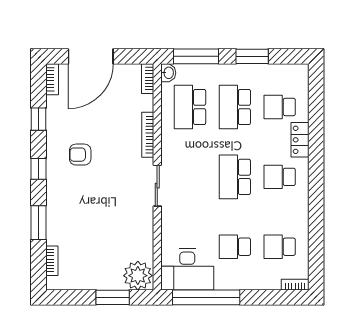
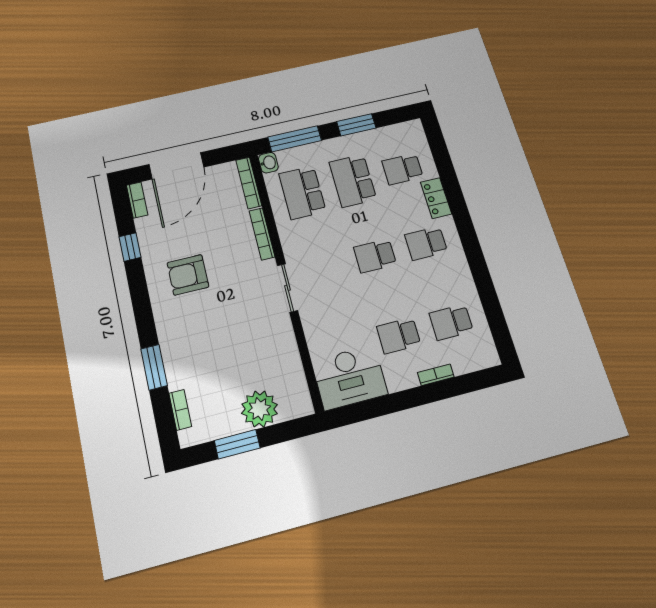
bookcase: (148, 79) -> (249, 183), width x1.56
armchair: (80, 155) -> (188, 275), width x1.38, depth x1.38
window: (39, 169) -> (141, 303), removed
school desk: (235, 177) -> (375, 256), width x0.54
plant: (138, 276) -> (259, 409), moved
bookcase: (295, 285) -> (436, 375), moved
window: (113, 297) -> (237, 444), moved
window: (206, 297) -> (382, 406), removed

